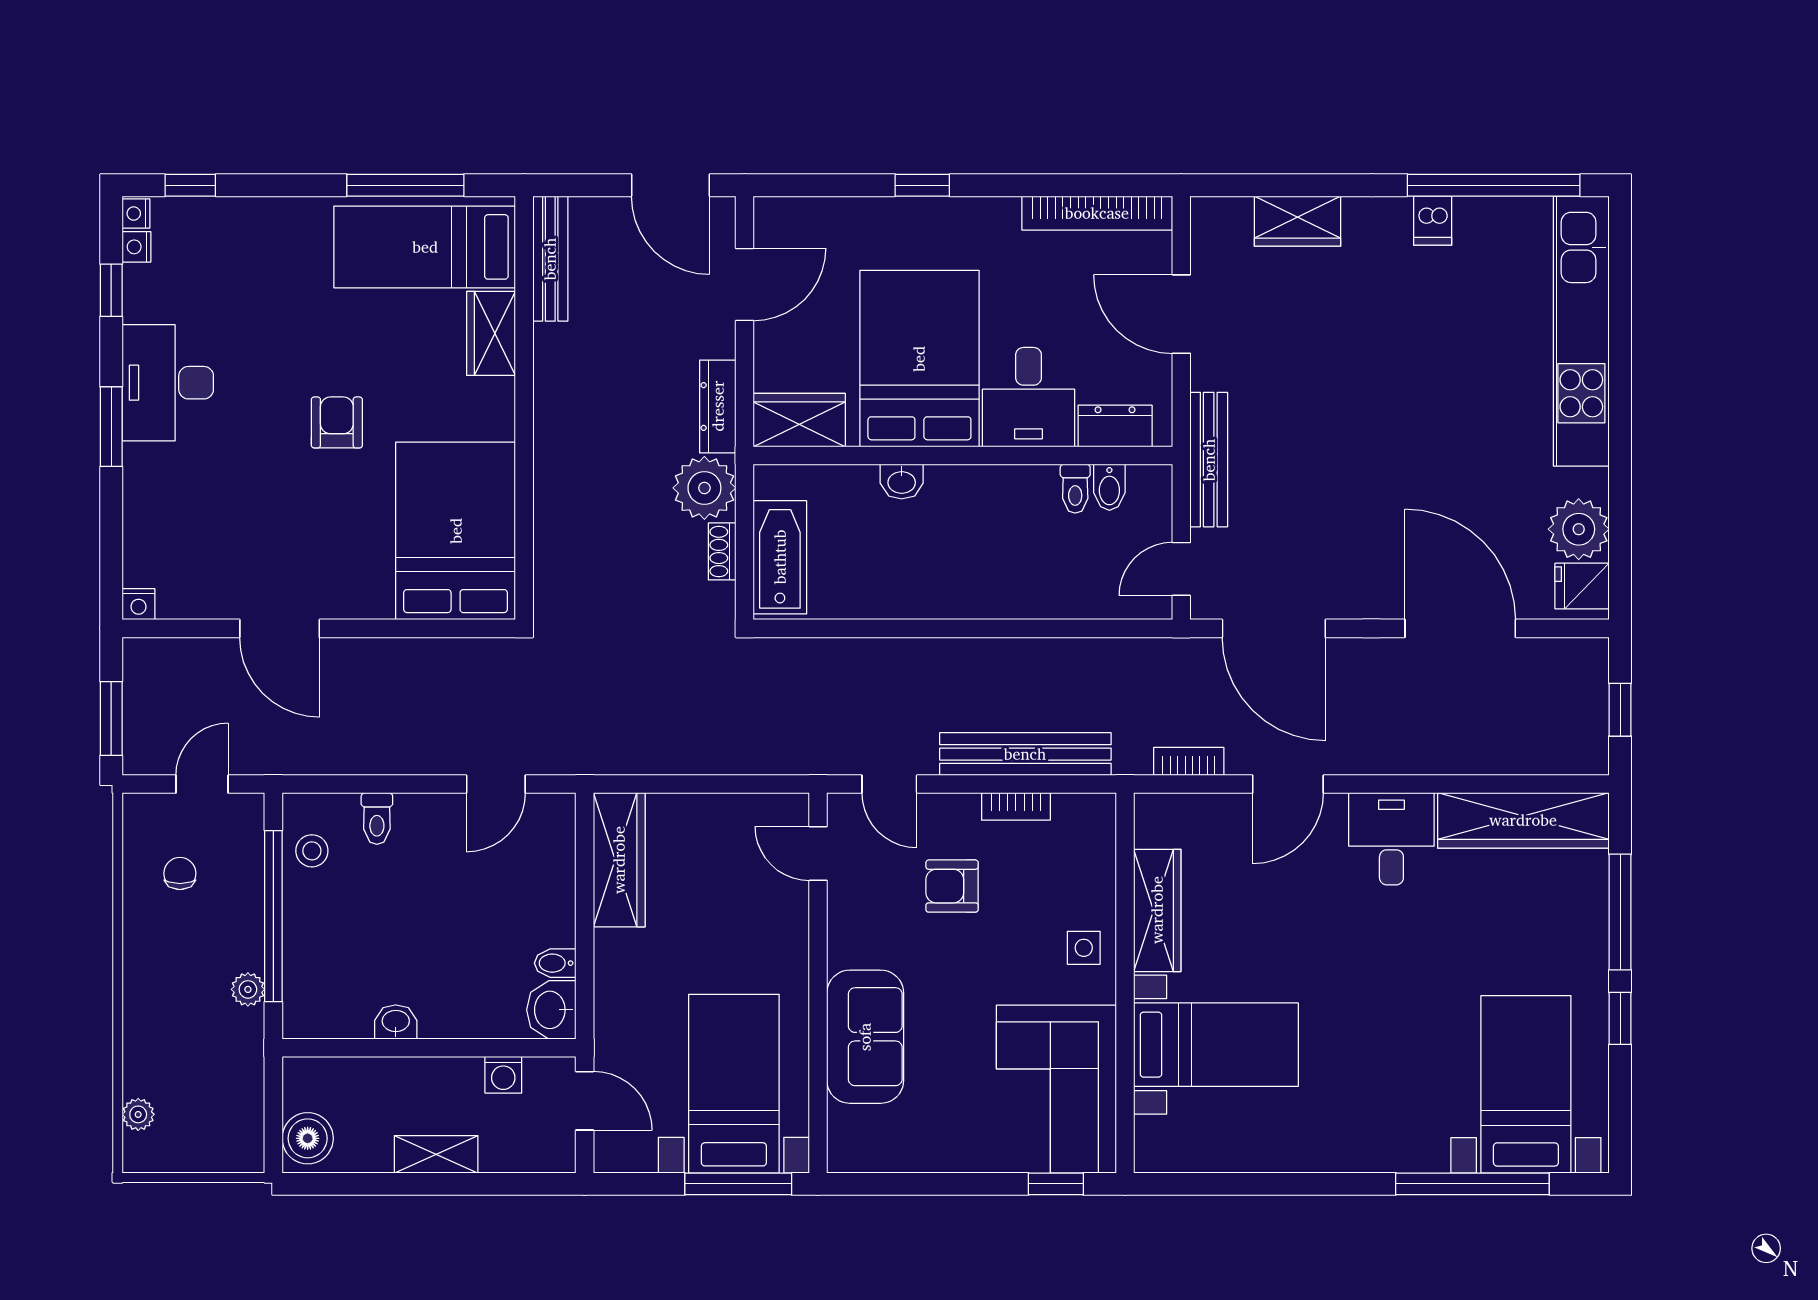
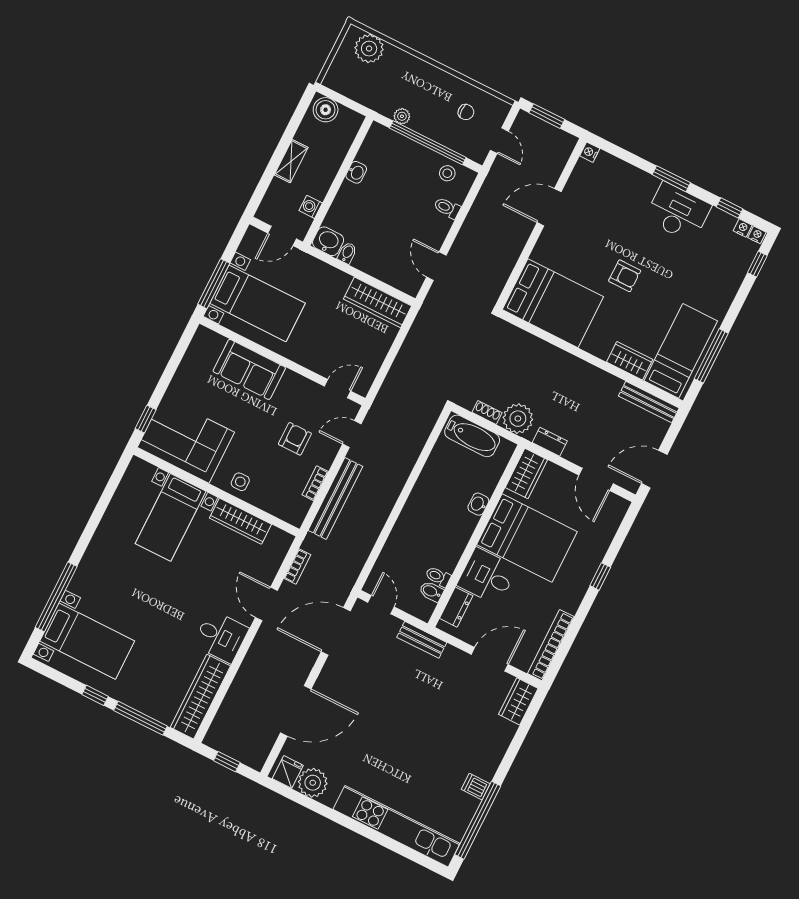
wardrobe: (1297, 221) -> (518, 701), moved
dresser: (718, 406) -> (550, 442), width x0.70
bench: (1209, 460) -> (422, 640), width x0.73
plant: (138, 1114) -> (369, 49), width x1.87, depth x1.87

